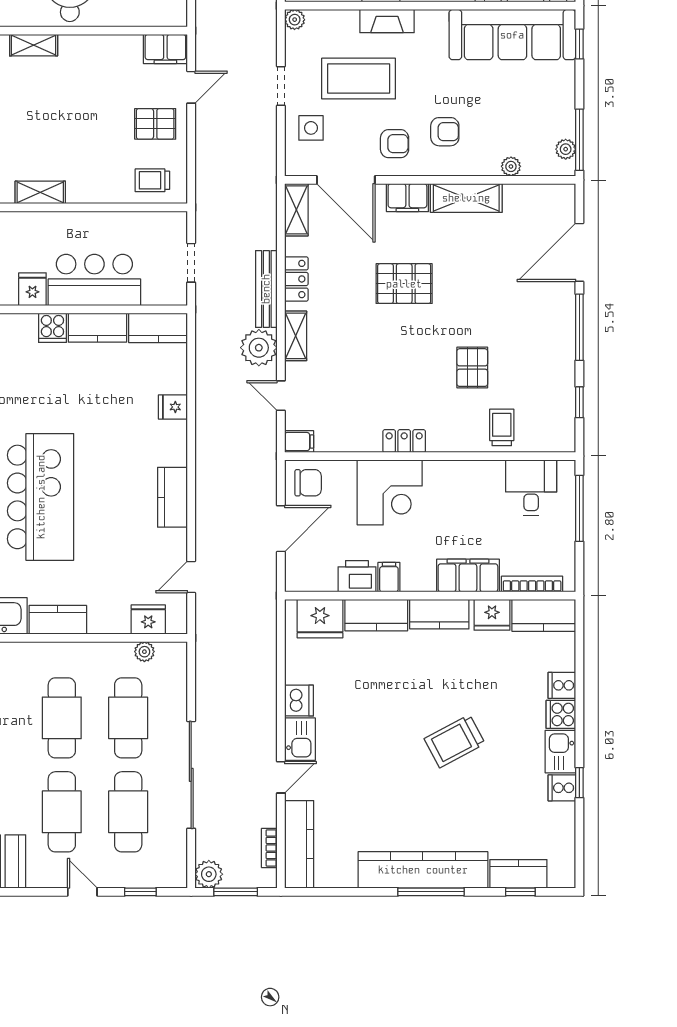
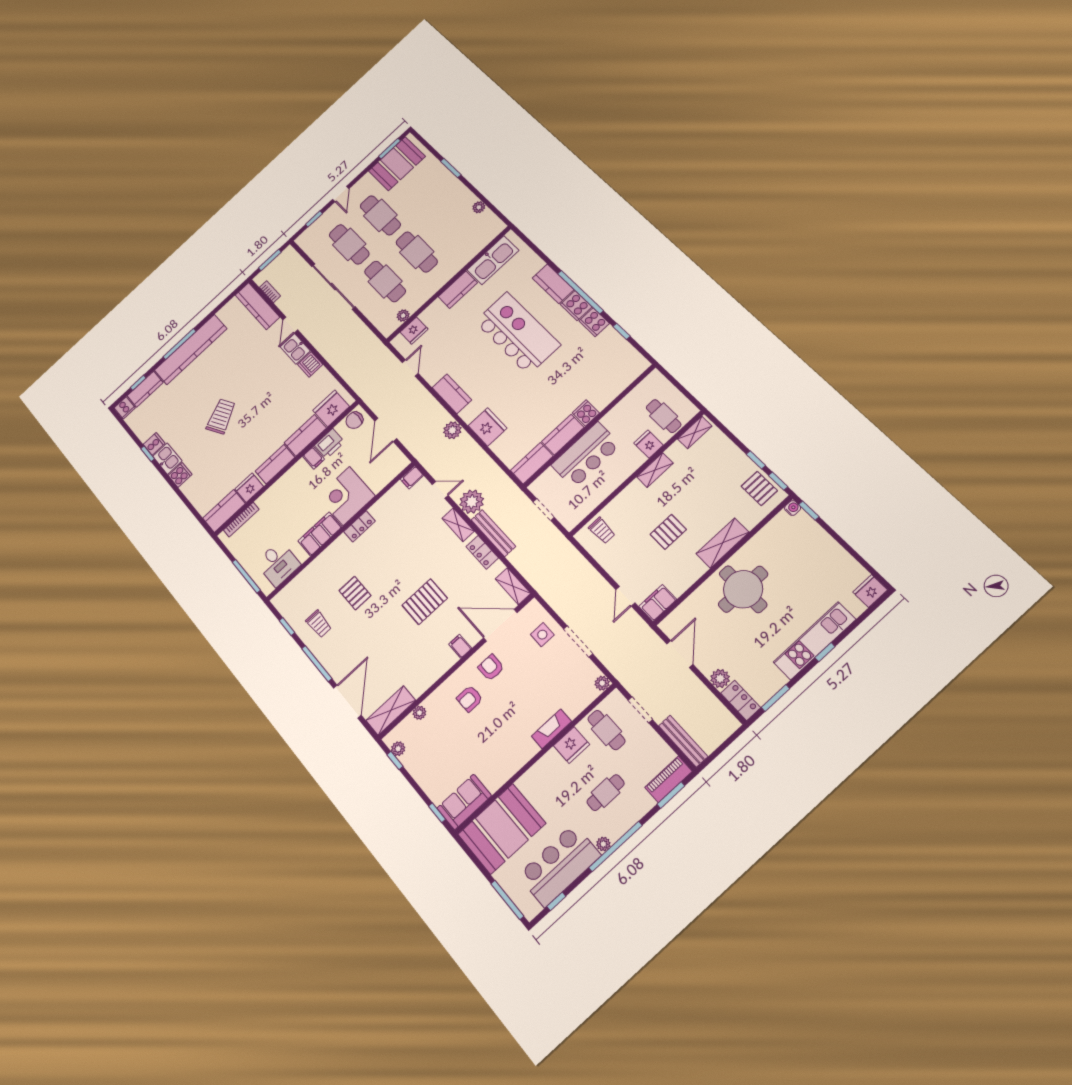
sofa: (512, 35) -> (464, 802), width x0.54, depth x0.79
shelving: (34, 45) -> (722, 543), width x1.50, depth x1.33
coffee table: (359, 79) -> (540, 684), removed
doorway: (281, 86) -> (578, 641), width x1.38
pallet: (155, 124) -> (668, 532), moved
window: (579, 140) -> (395, 761), width x0.46
armchair: (395, 144) -> (491, 668), turned 90
trolley: (152, 180) -> (602, 531), turned 90
filing cabinet: (407, 198) -> (460, 646), width x0.50
shelving: (466, 198) -> (391, 710), moved
fridge: (32, 289) -> (648, 444), moved, turned 180
fridge: (173, 407) -> (488, 427), width x1.88, depth x1.34
trolley: (502, 427) -> (319, 624), moved
chair: (308, 483) -> (354, 420), moved
kitchen island: (41, 497) -> (517, 333), turned 180
filing cabinet: (468, 576) -> (320, 534), moved, turned 180
cooker: (562, 685) -> (125, 408), moved, turned 90
plant: (209, 874) -> (452, 430), moved
door: (82, 892) -> (341, 194), hinge flipped

